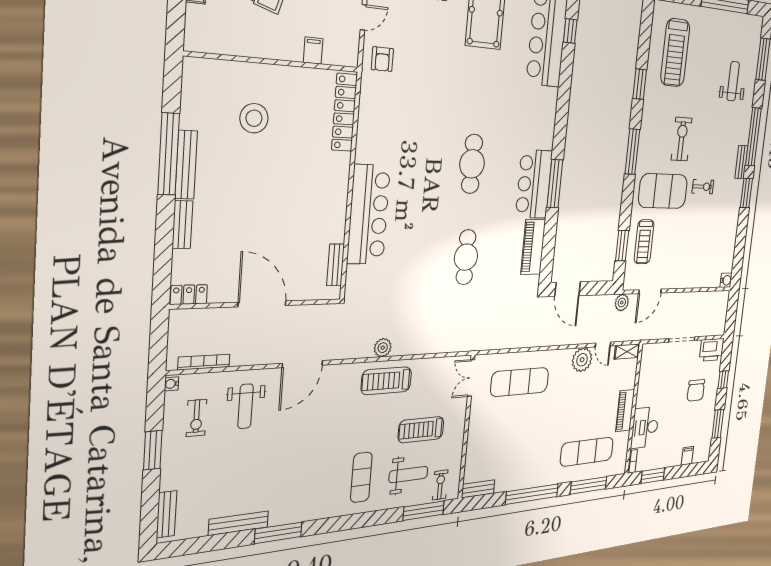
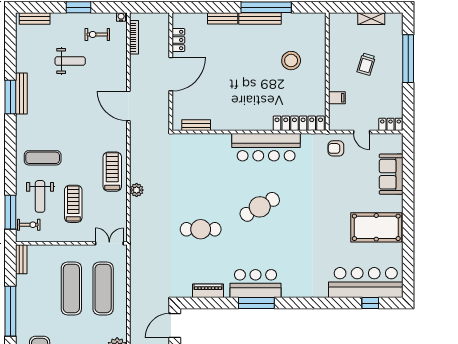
cafe table: (472, 164) -> (260, 207), moved, turned -30
bar counter: (369, 214) -> (266, 147), moved
piano: (533, 247) -> (208, 291), width x0.73, depth x0.75
locker: (189, 295) -> (178, 40), moved
plant: (383, 348) -> (137, 190), moved
weight bench: (245, 406) -> (70, 61), moved, turned 180
exercise mat: (516, 422) -> (71, 288), added
bench: (239, 523) -> (21, 94), moved

